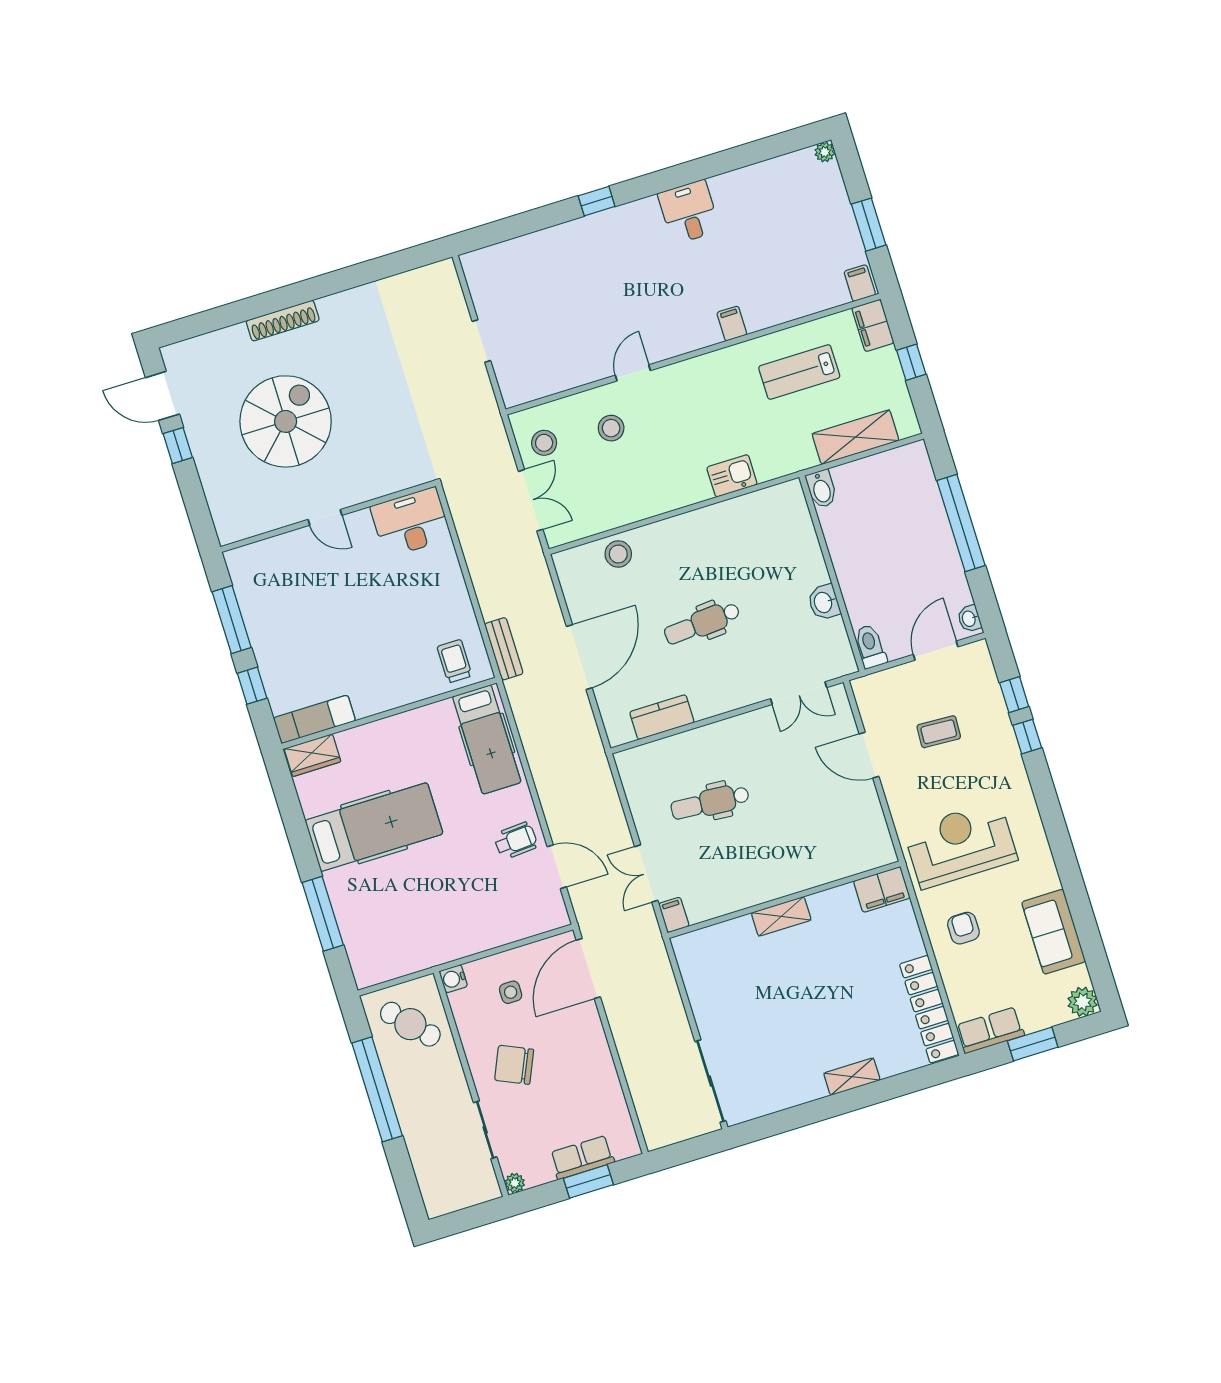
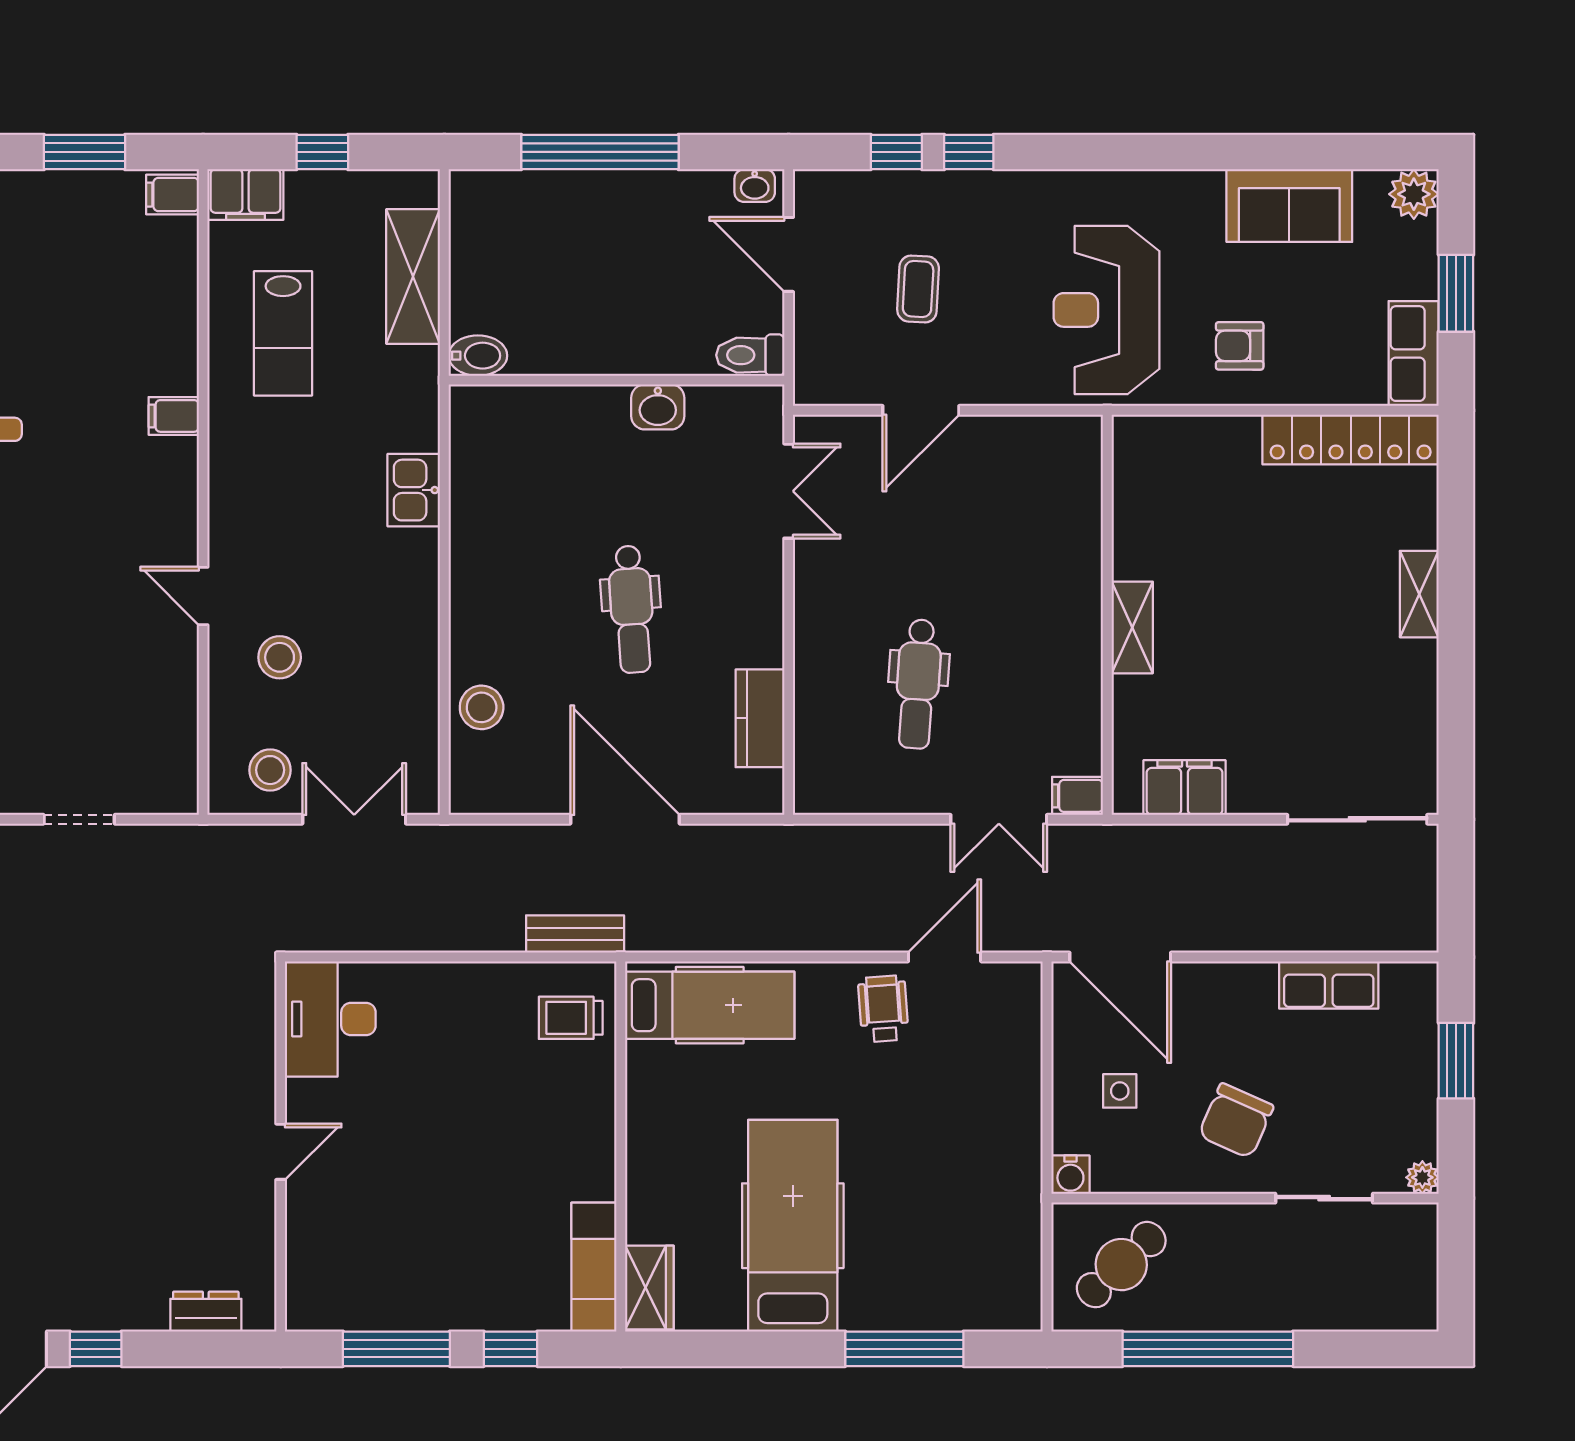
spiral stairs: (286, 421) -> (110, 1167), removed
dresser: (219, 503) -> (206, 1312), added
filing cabinet: (882, 890) -> (1185, 788), moved, turned -90
row of seats: (582, 1157) -> (1329, 985), moved, turned -90

